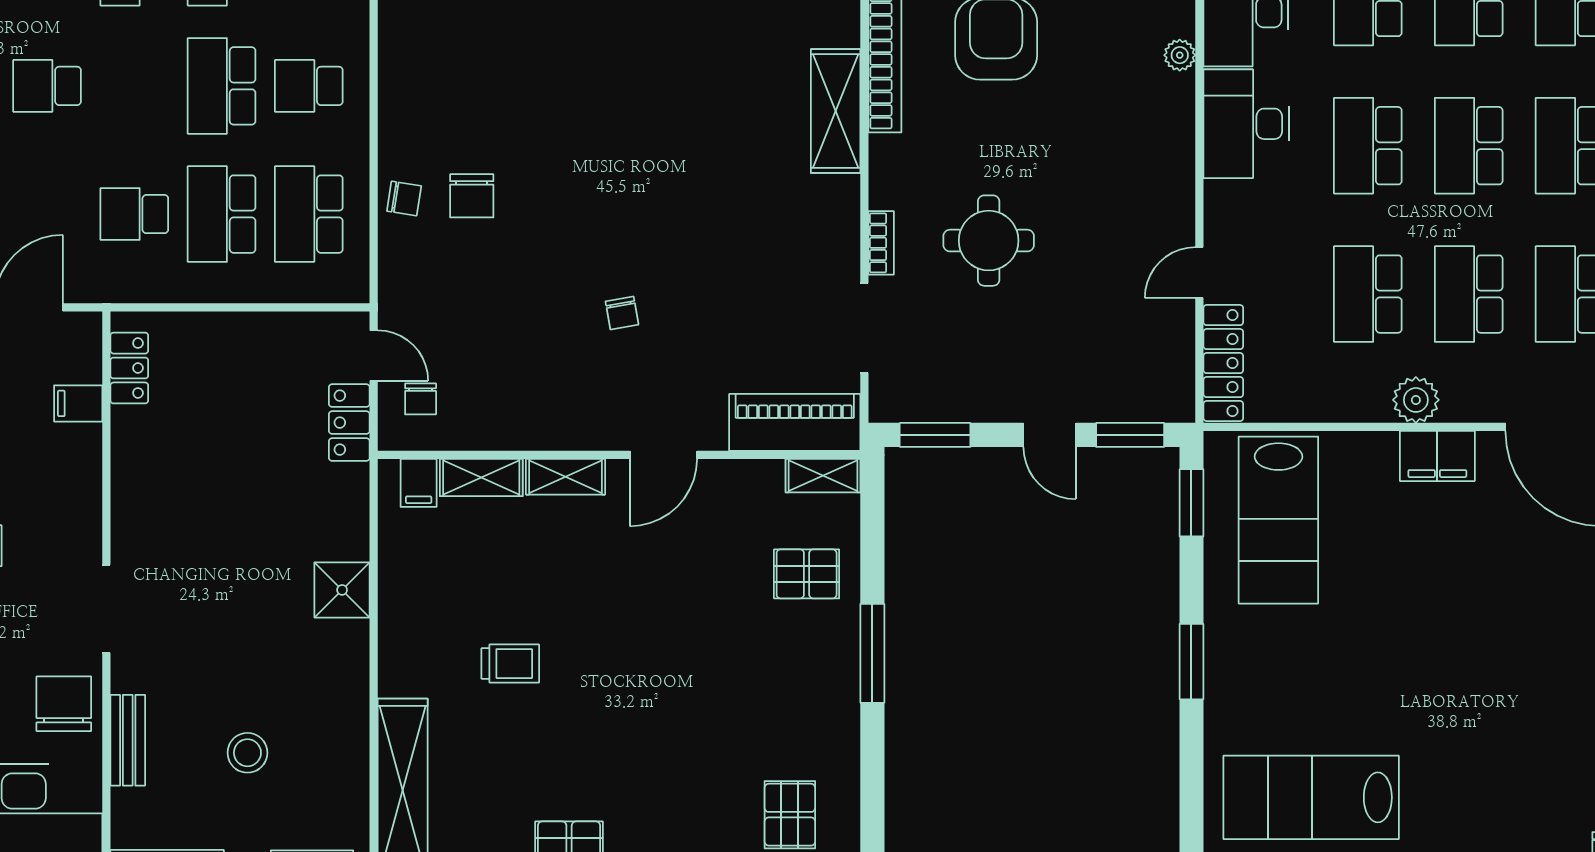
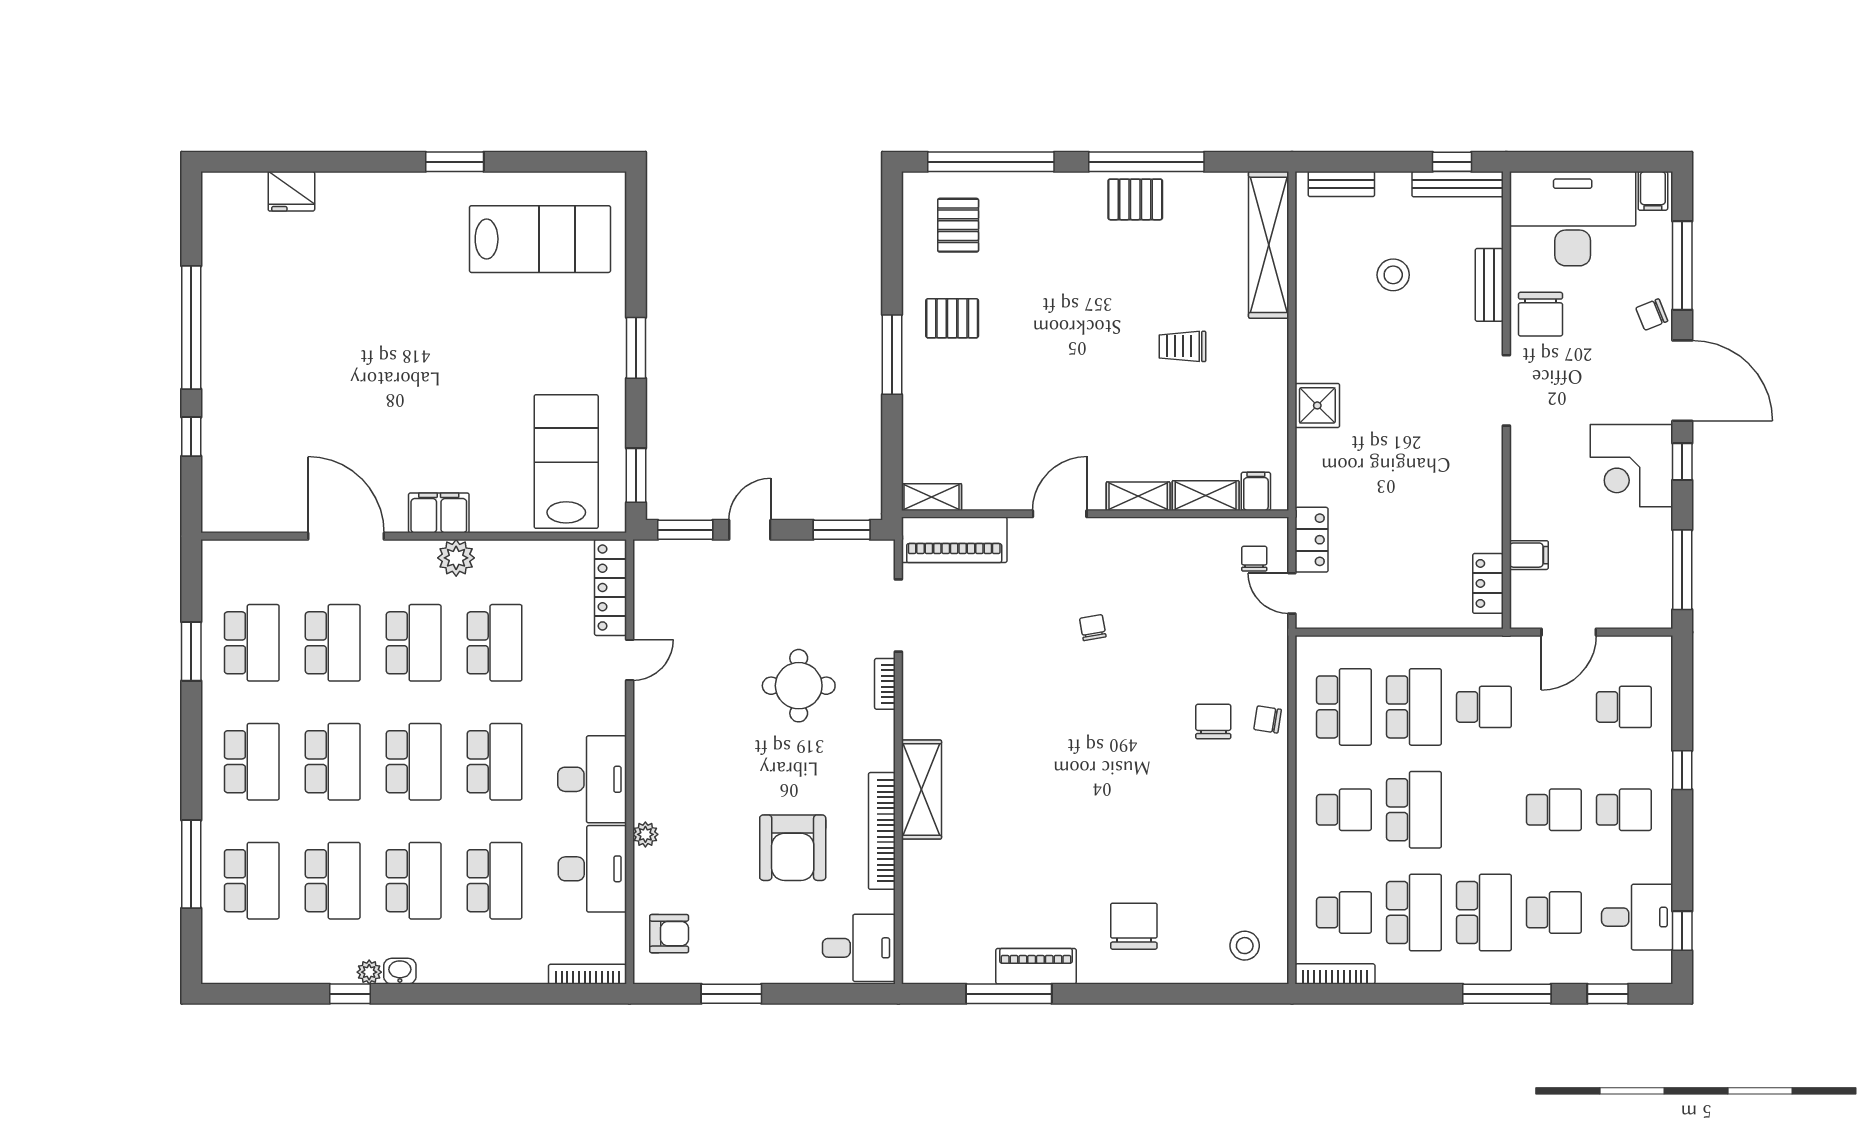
door: (1050, 435) -> (750, 530), hinge flipped
pallet: (807, 574) -> (952, 318), moved

